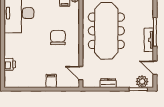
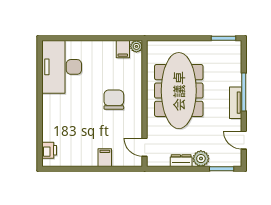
printer: (10, 64) -> (49, 150), moved
plant: (142, 82) -> (201, 159), moved

